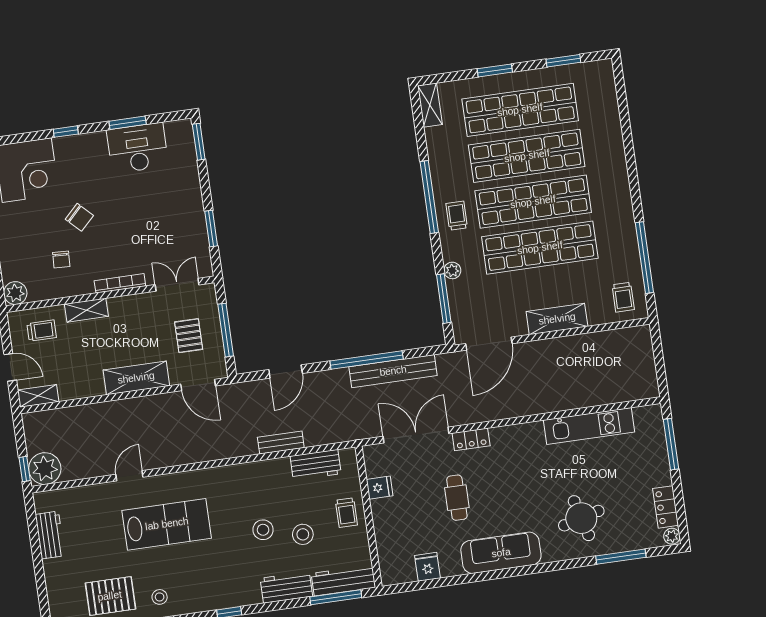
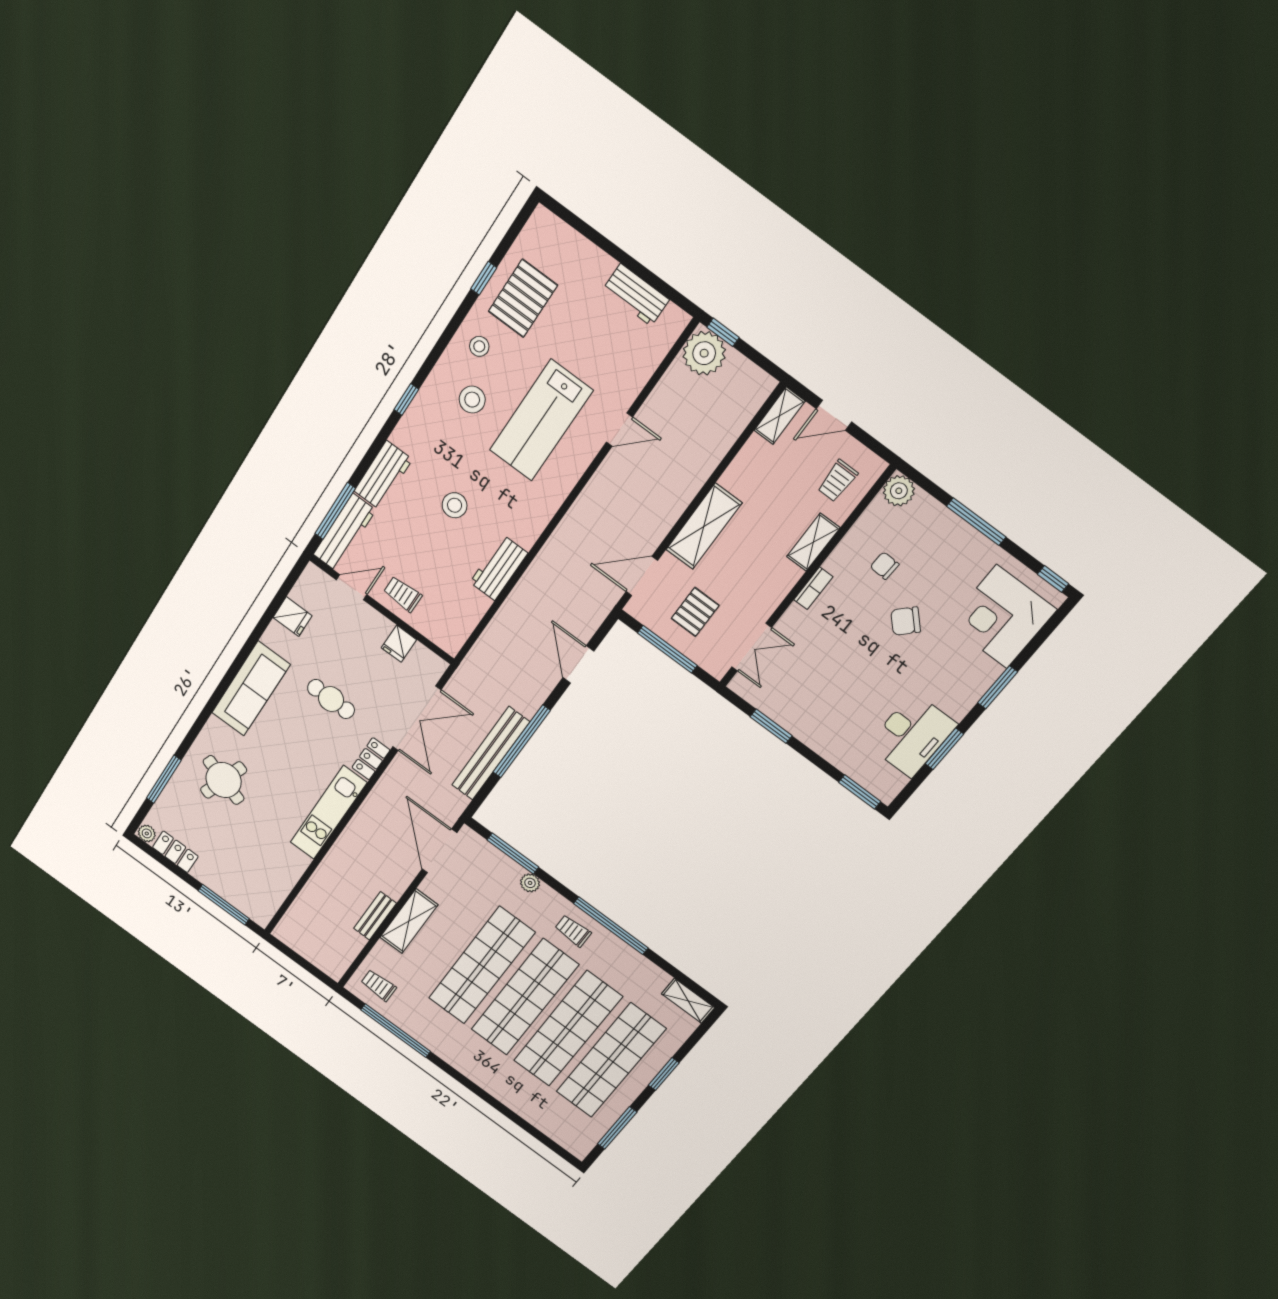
window: (563, 61) -> (617, 1128), width x1.44
window: (66, 132) -> (998, 687), width x1.50
trolley: (457, 216) -> (573, 931), turned 180
bookcase: (120, 283) -> (813, 588), width x0.64
pallet: (189, 336) -> (695, 612), turned 90
kitchen unit: (589, 426) -> (328, 813), moved
bench: (281, 443) -> (375, 916), moved
workbench: (316, 465) -> (499, 568), moved
door: (129, 476) -> (619, 430), hinge flipped
round table: (581, 518) -> (224, 780), turned 34
stool: (303, 534) -> (472, 400), moved
door: (373, 547) -> (352, 587), added

